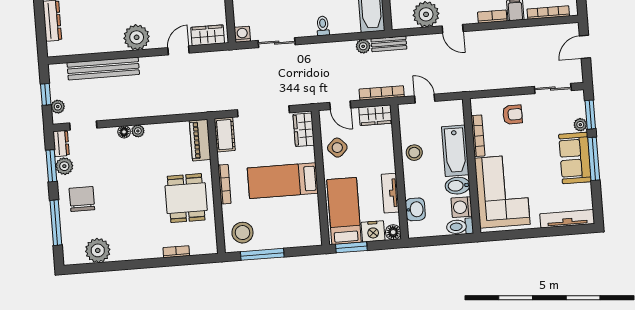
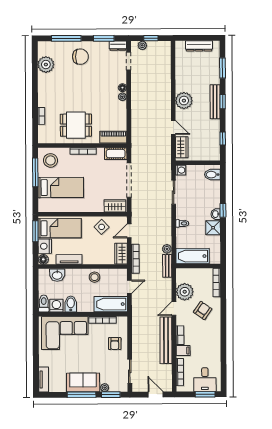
bench: (103, 69) -> (166, 340), moved
bathtub: (455, 151) -> (111, 304), moved
plant: (64, 166) -> (103, 47), removed
bed: (283, 181) -> (61, 187), moved, turned 90
tv unit: (567, 219) -> (44, 380), width x0.71

